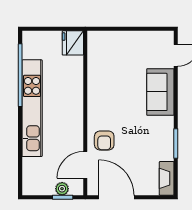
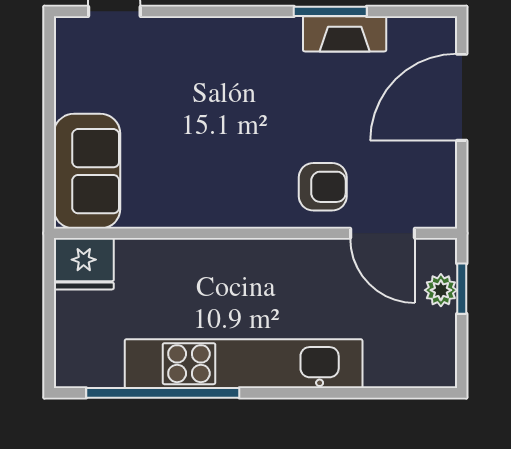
sofa: (160, 92) -> (87, 171), moved, turned -90
fireplace: (167, 178) -> (345, 34), moved
door: (116, 197) -> (462, 97), moved

